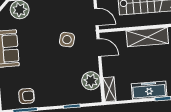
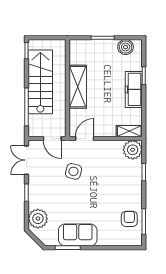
door: (96, 17) -> (52, 139), swing flipped
plant: (91, 81) -> (133, 150), moved

